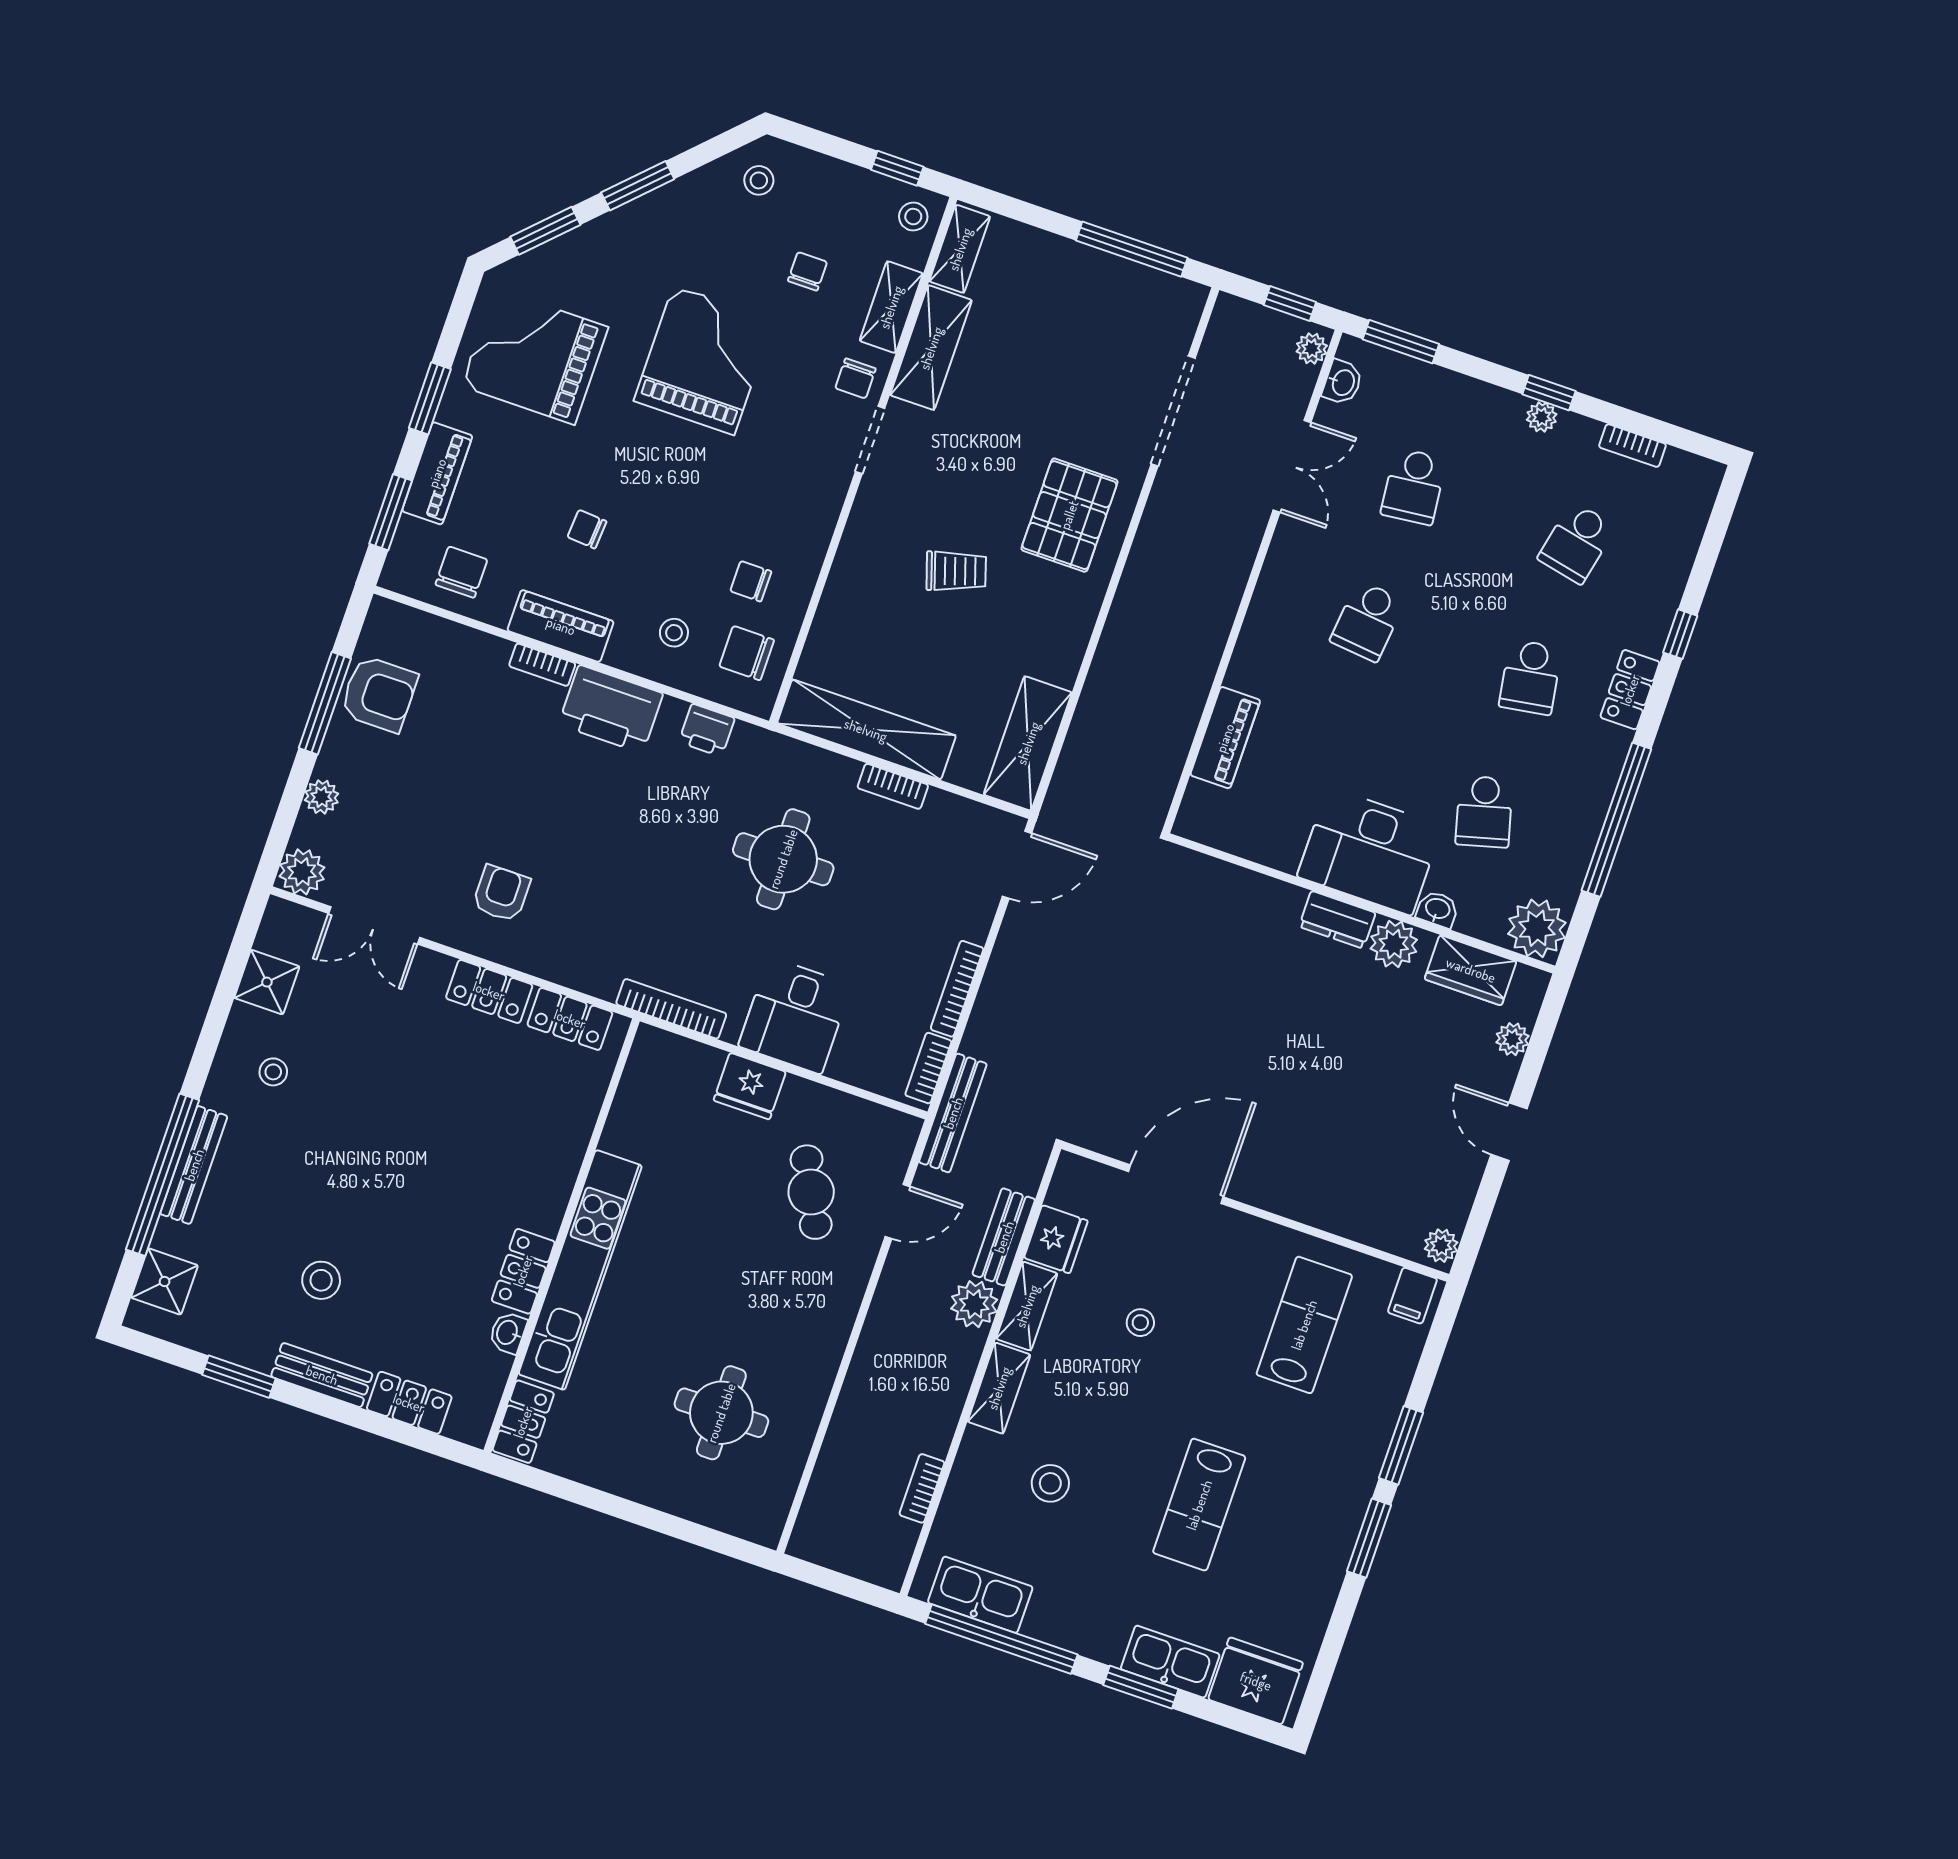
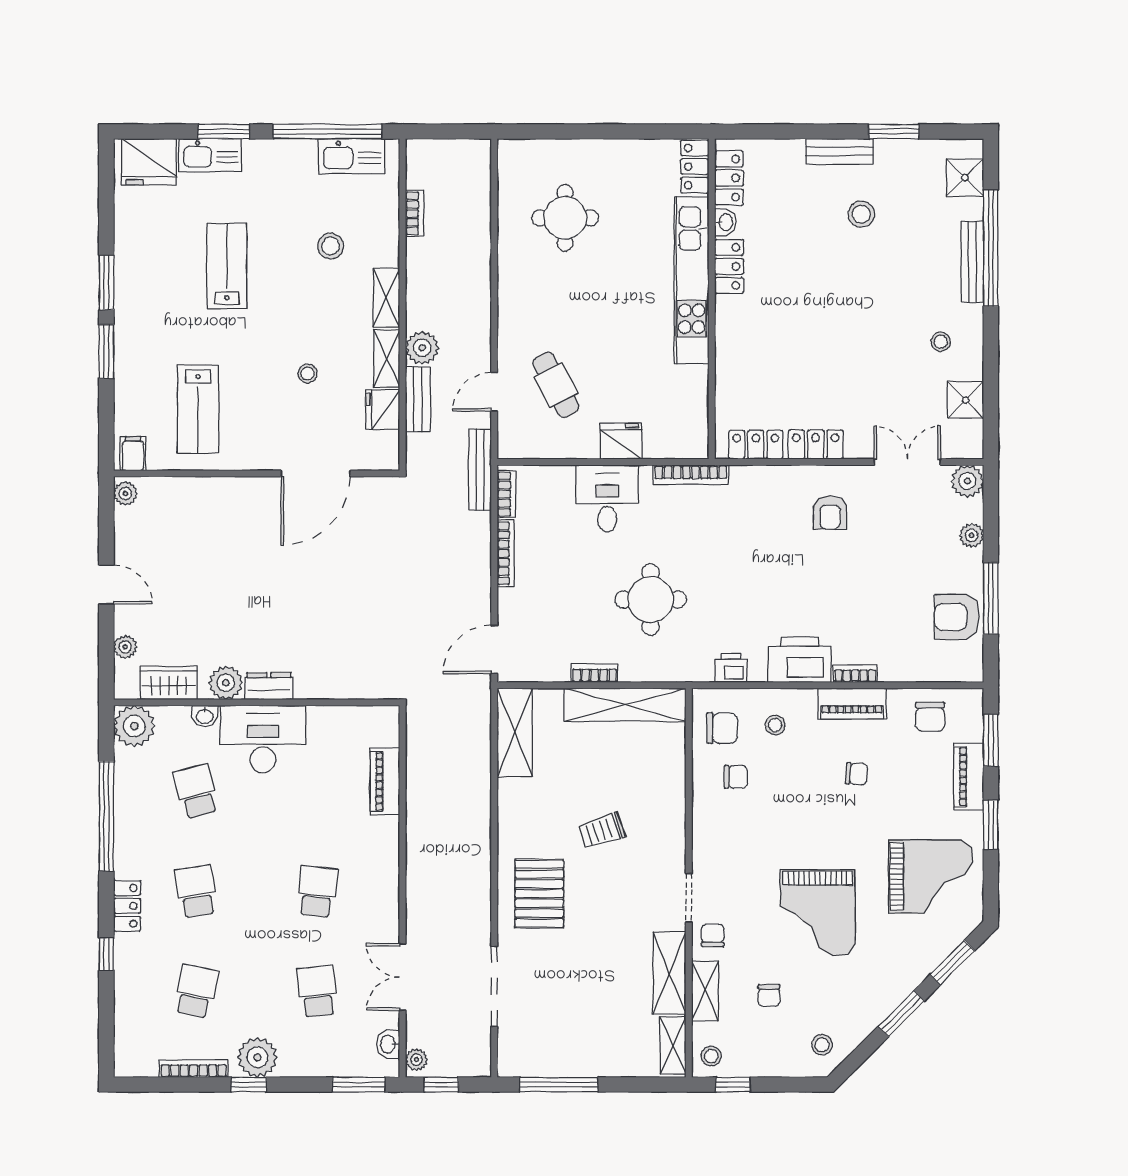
plant: (1542, 417) -> (257, 1057), width x1.88, depth x1.88
bookcase: (1632, 446) -> (194, 1069), width x1.56
locker: (409, 1403) -> (729, 178), moved, turned -90

